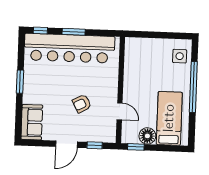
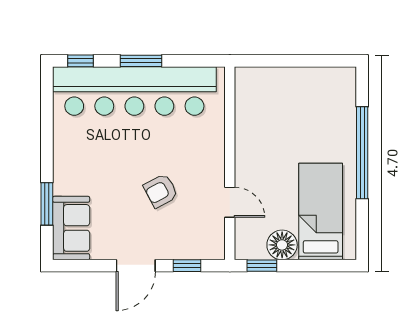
side table: (180, 56) -> (335, 98), removed
window: (20, 82) -> (47, 204), moved

